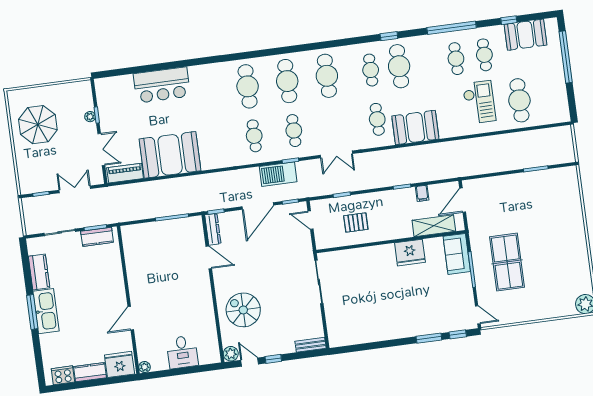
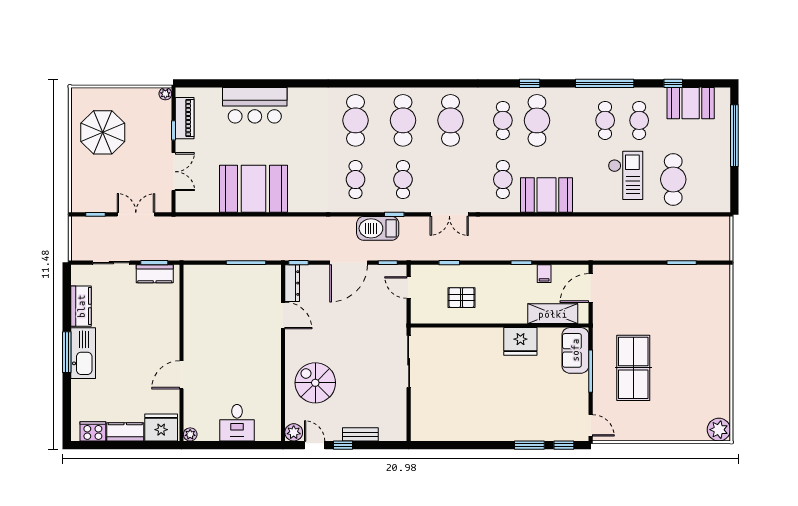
plant: (90, 117) -> (165, 94), moved
piano: (125, 173) -> (185, 118), moved, turned 90
bench: (311, 345) -> (360, 434), moved

